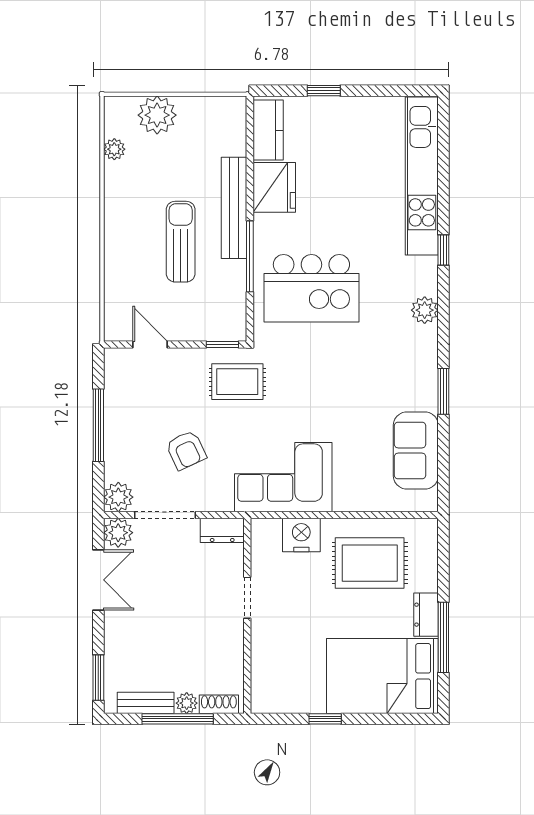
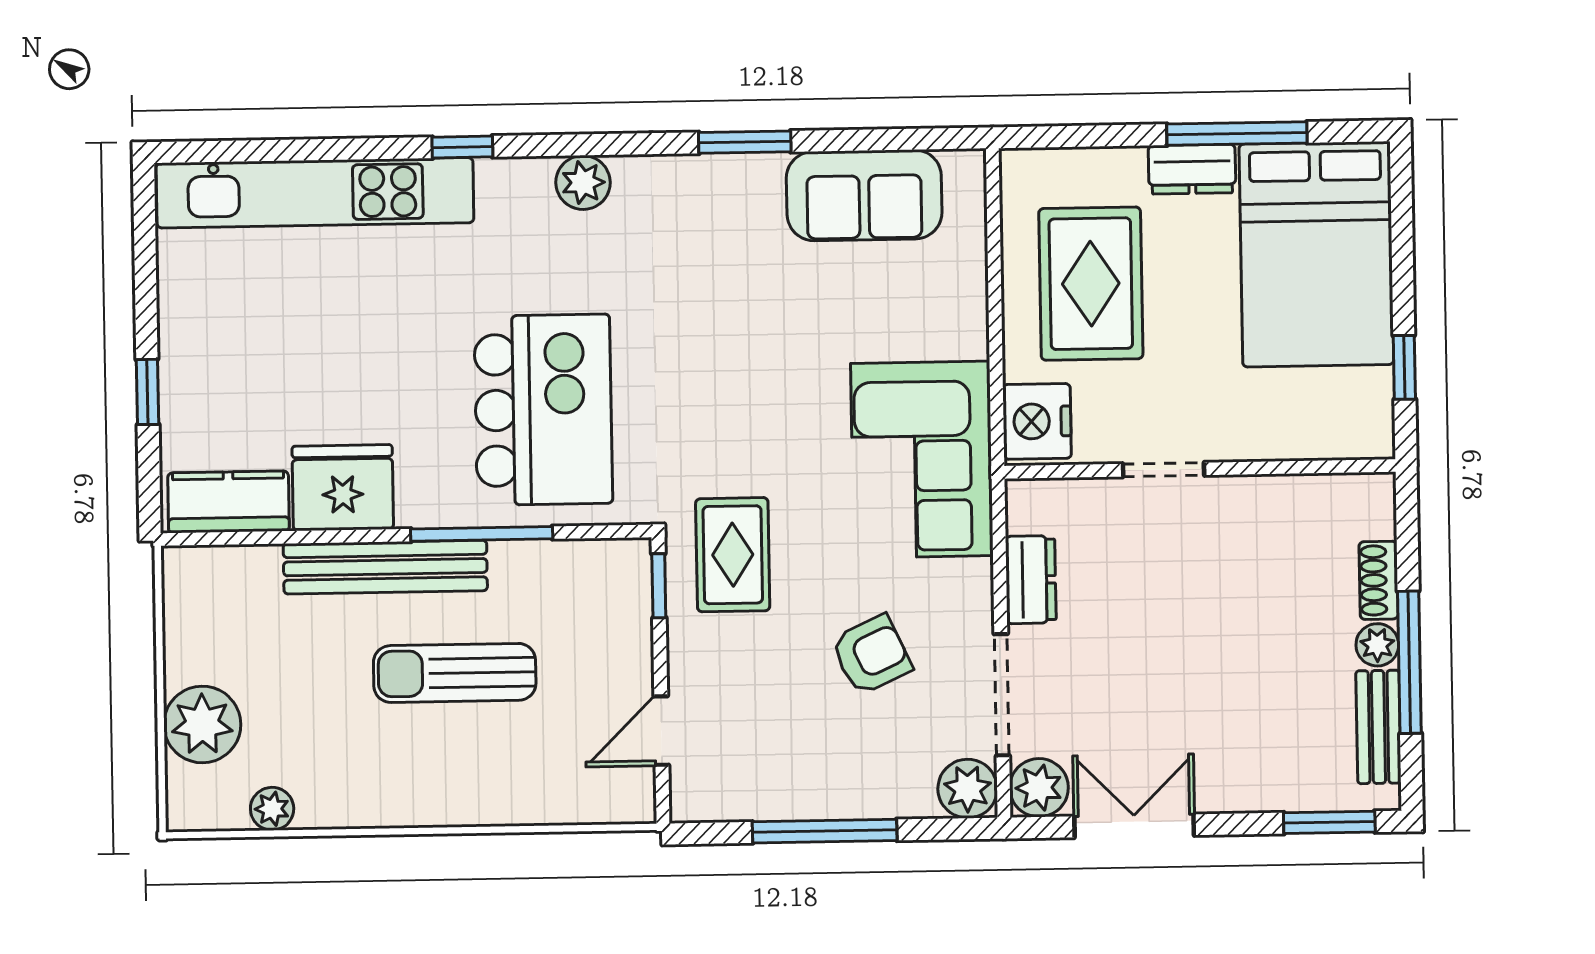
doorway: (247, 598) -> (1163, 470), moved
wall: (247, 616) -> (1200, 469), moved

